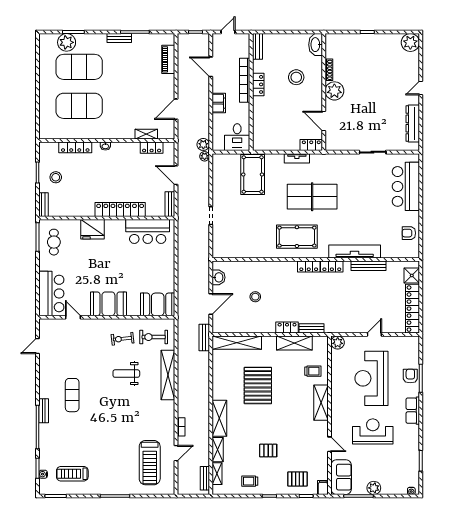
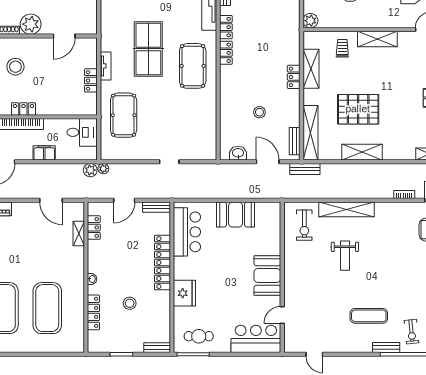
locker: (311, 145) -> (91, 80), moved
pool table: (253, 174) -> (124, 115), turned 90
stool: (56, 177) -> (130, 303), moved
booth: (158, 304) -> (236, 215), moved, turned 90
bench: (311, 328) -> (295, 141), moved
exercise bike: (122, 339) -> (411, 332), moved
shelving: (219, 418) -> (362, 152), moved

